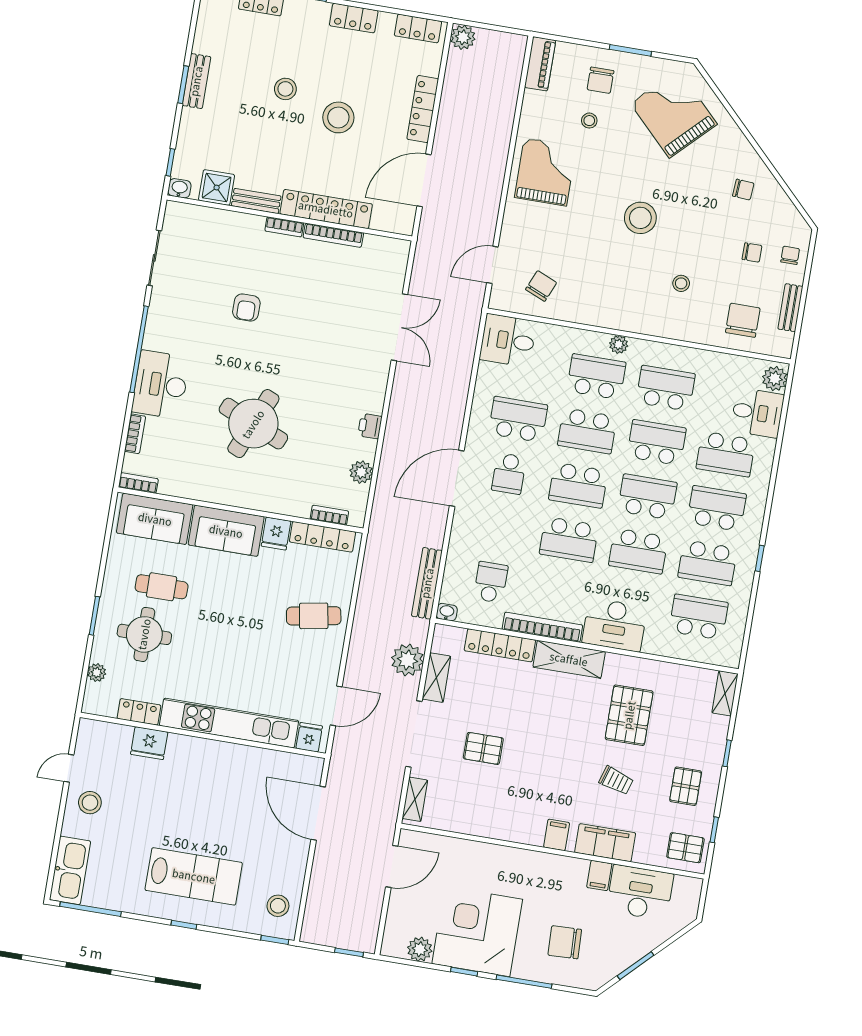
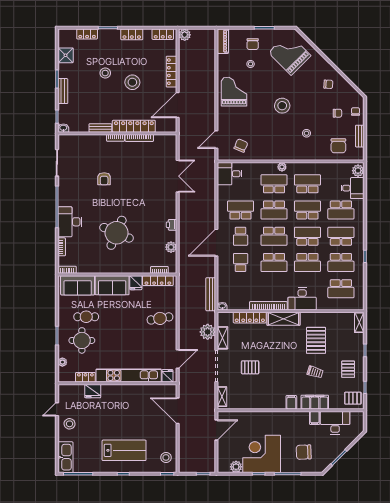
bench: (196, 81) -> (63, 91), moved
shower: (217, 188) -> (66, 55), moved
chair: (743, 320) -> (338, 146), turned 180
school desk: (491, 582) -> (241, 262), moved
school desk: (698, 617) -> (341, 289), turned 180

